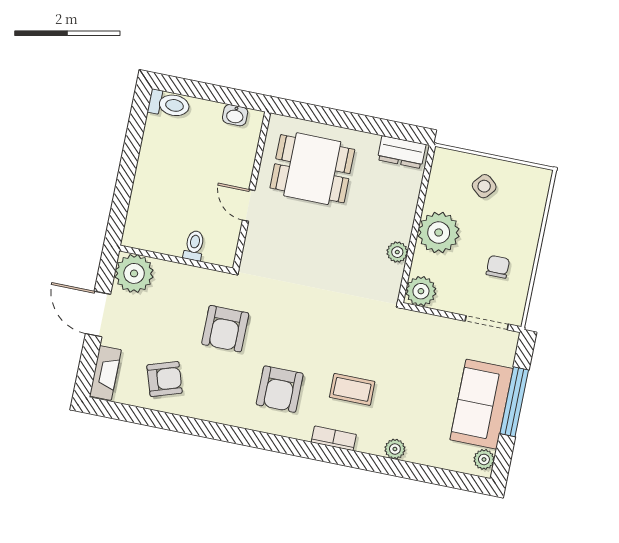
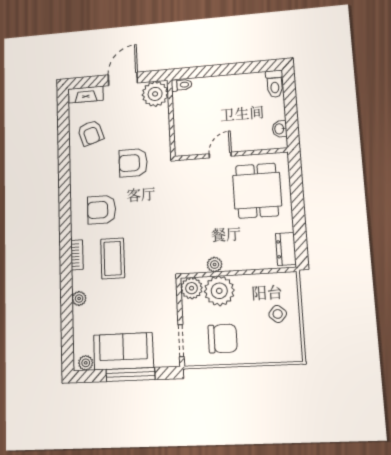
plant: (439, 232) -> (219, 291), moved
toilet: (194, 246) -> (182, 85), moved
chair: (498, 267) -> (223, 339), width x1.87, depth x1.87
coffee table: (352, 389) -> (113, 258), width x1.36, depth x1.30

